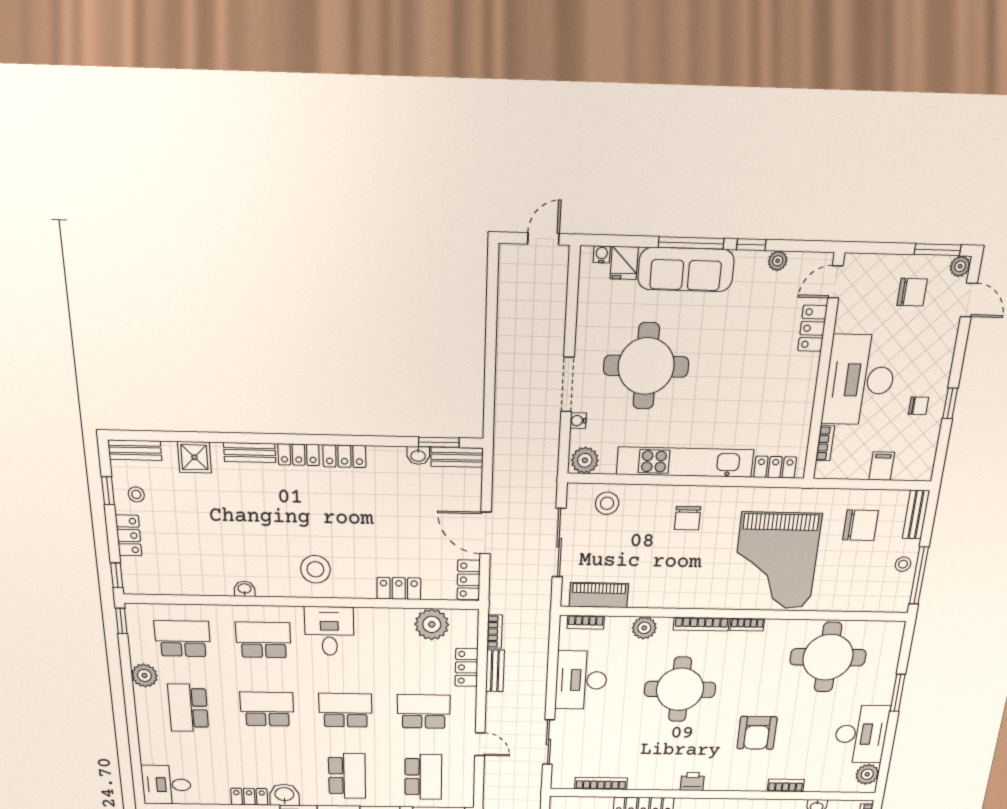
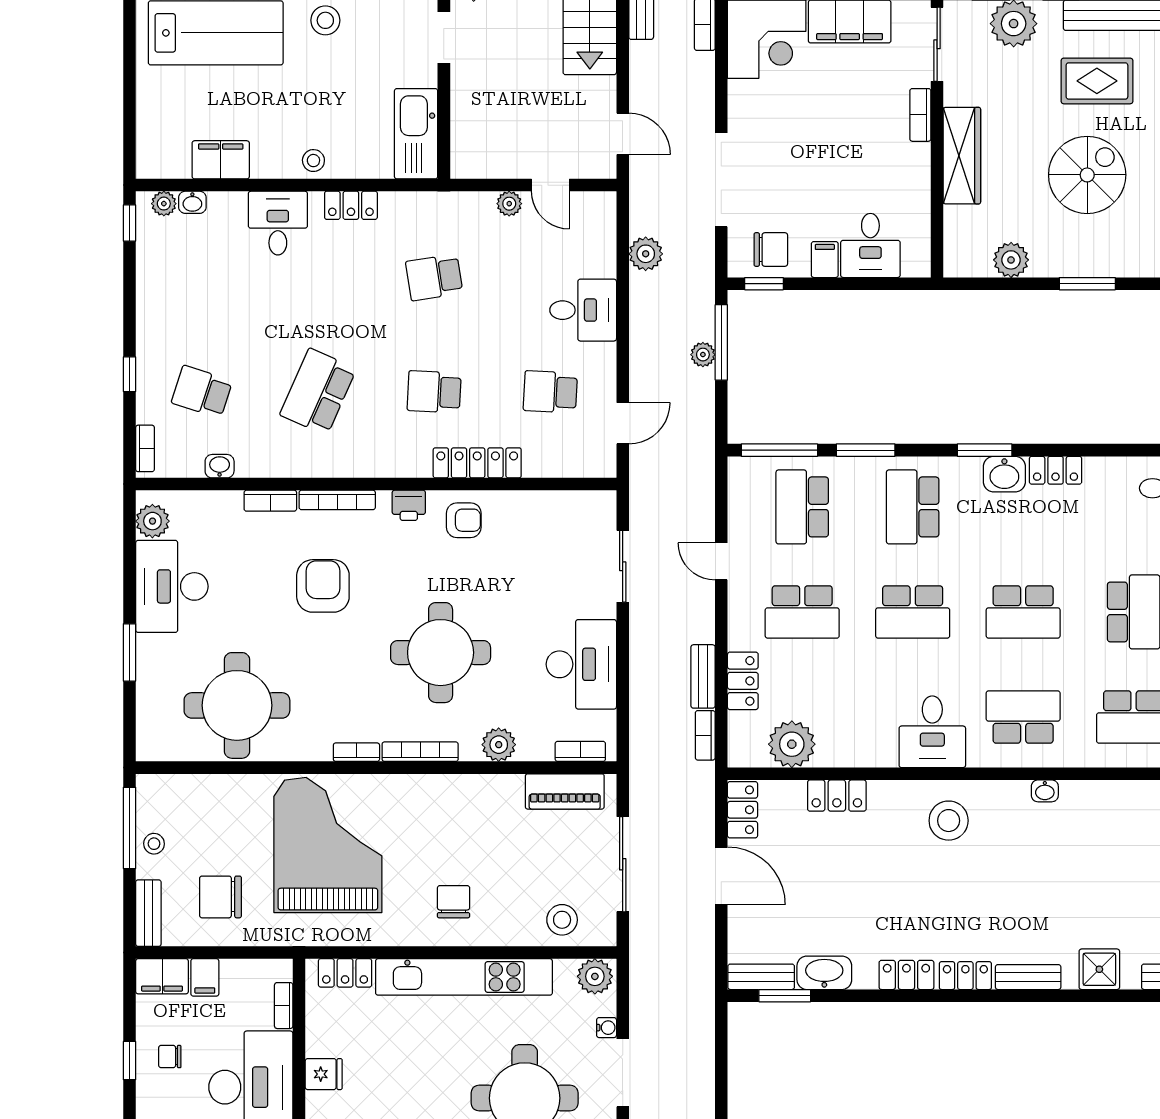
fridge: (802, 389) -> (324, 1074), added
washbasin: (418, 455) -> (824, 973), width x1.91, depth x1.45
filing cabinet: (914, 468) -> (162, 976), added
school desk: (263, 640) -> (1023, 717), turned 180
armchair: (656, 772) -> (464, 520), added
bookcase: (601, 783) -> (337, 500), moved

